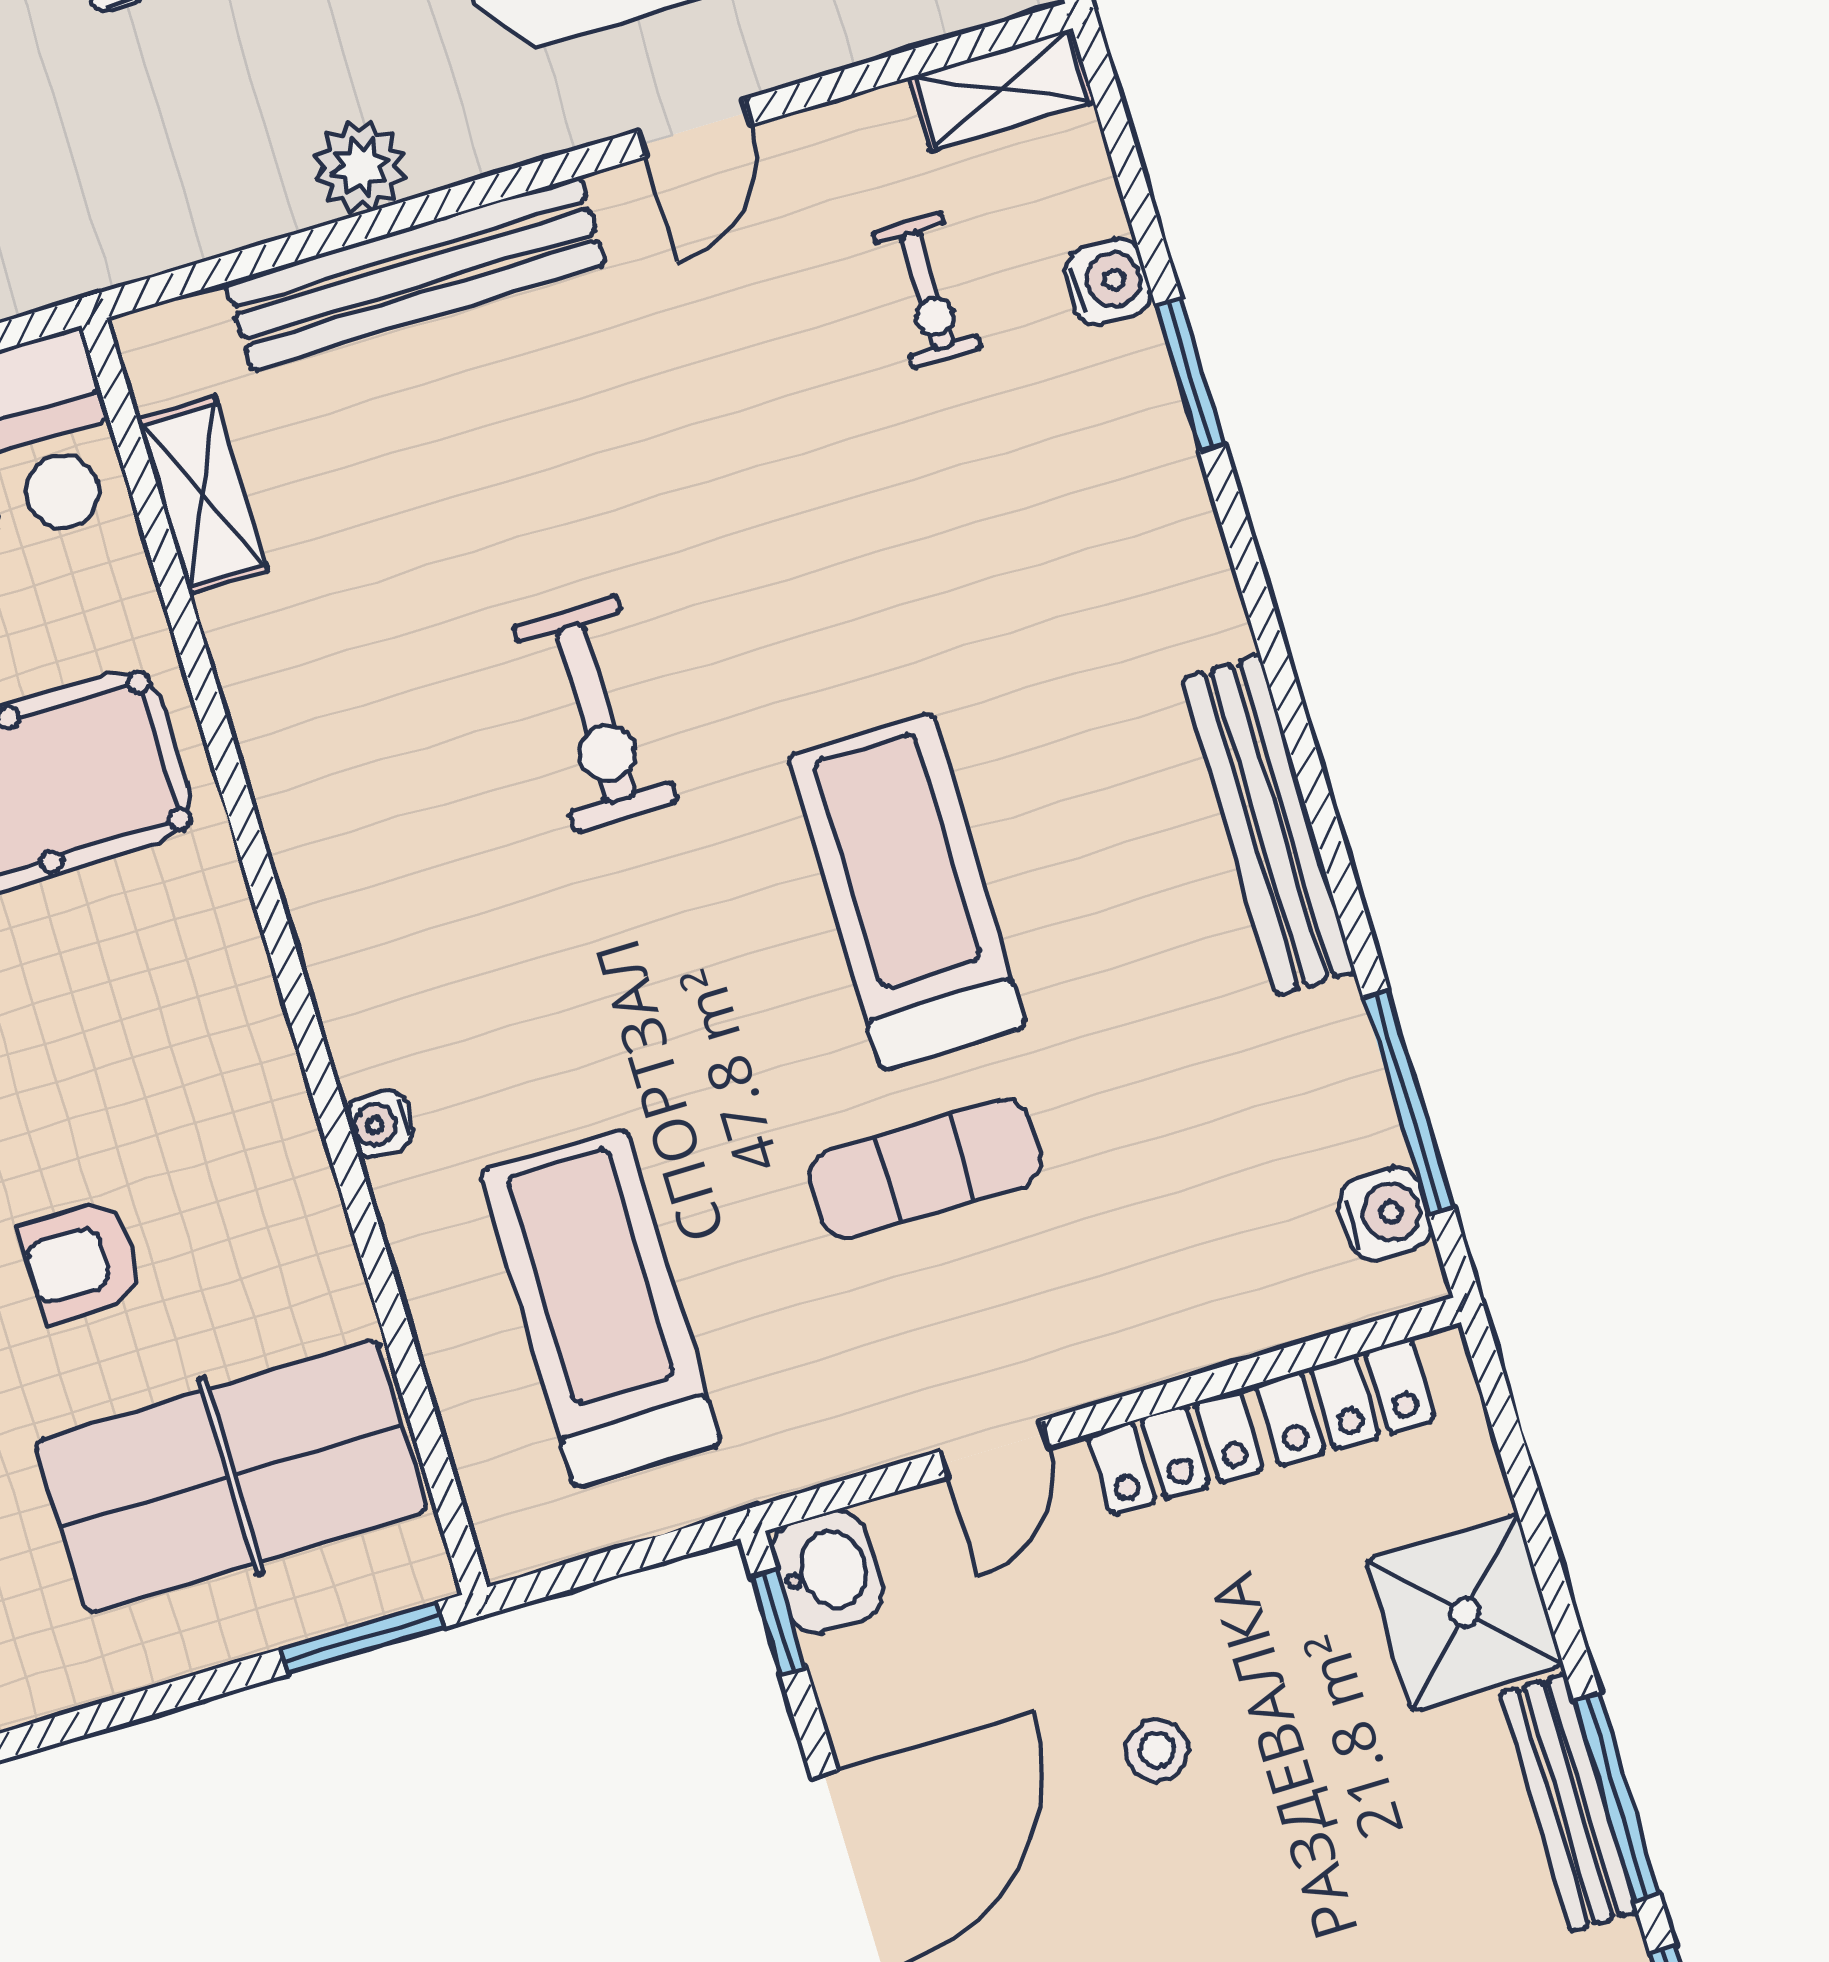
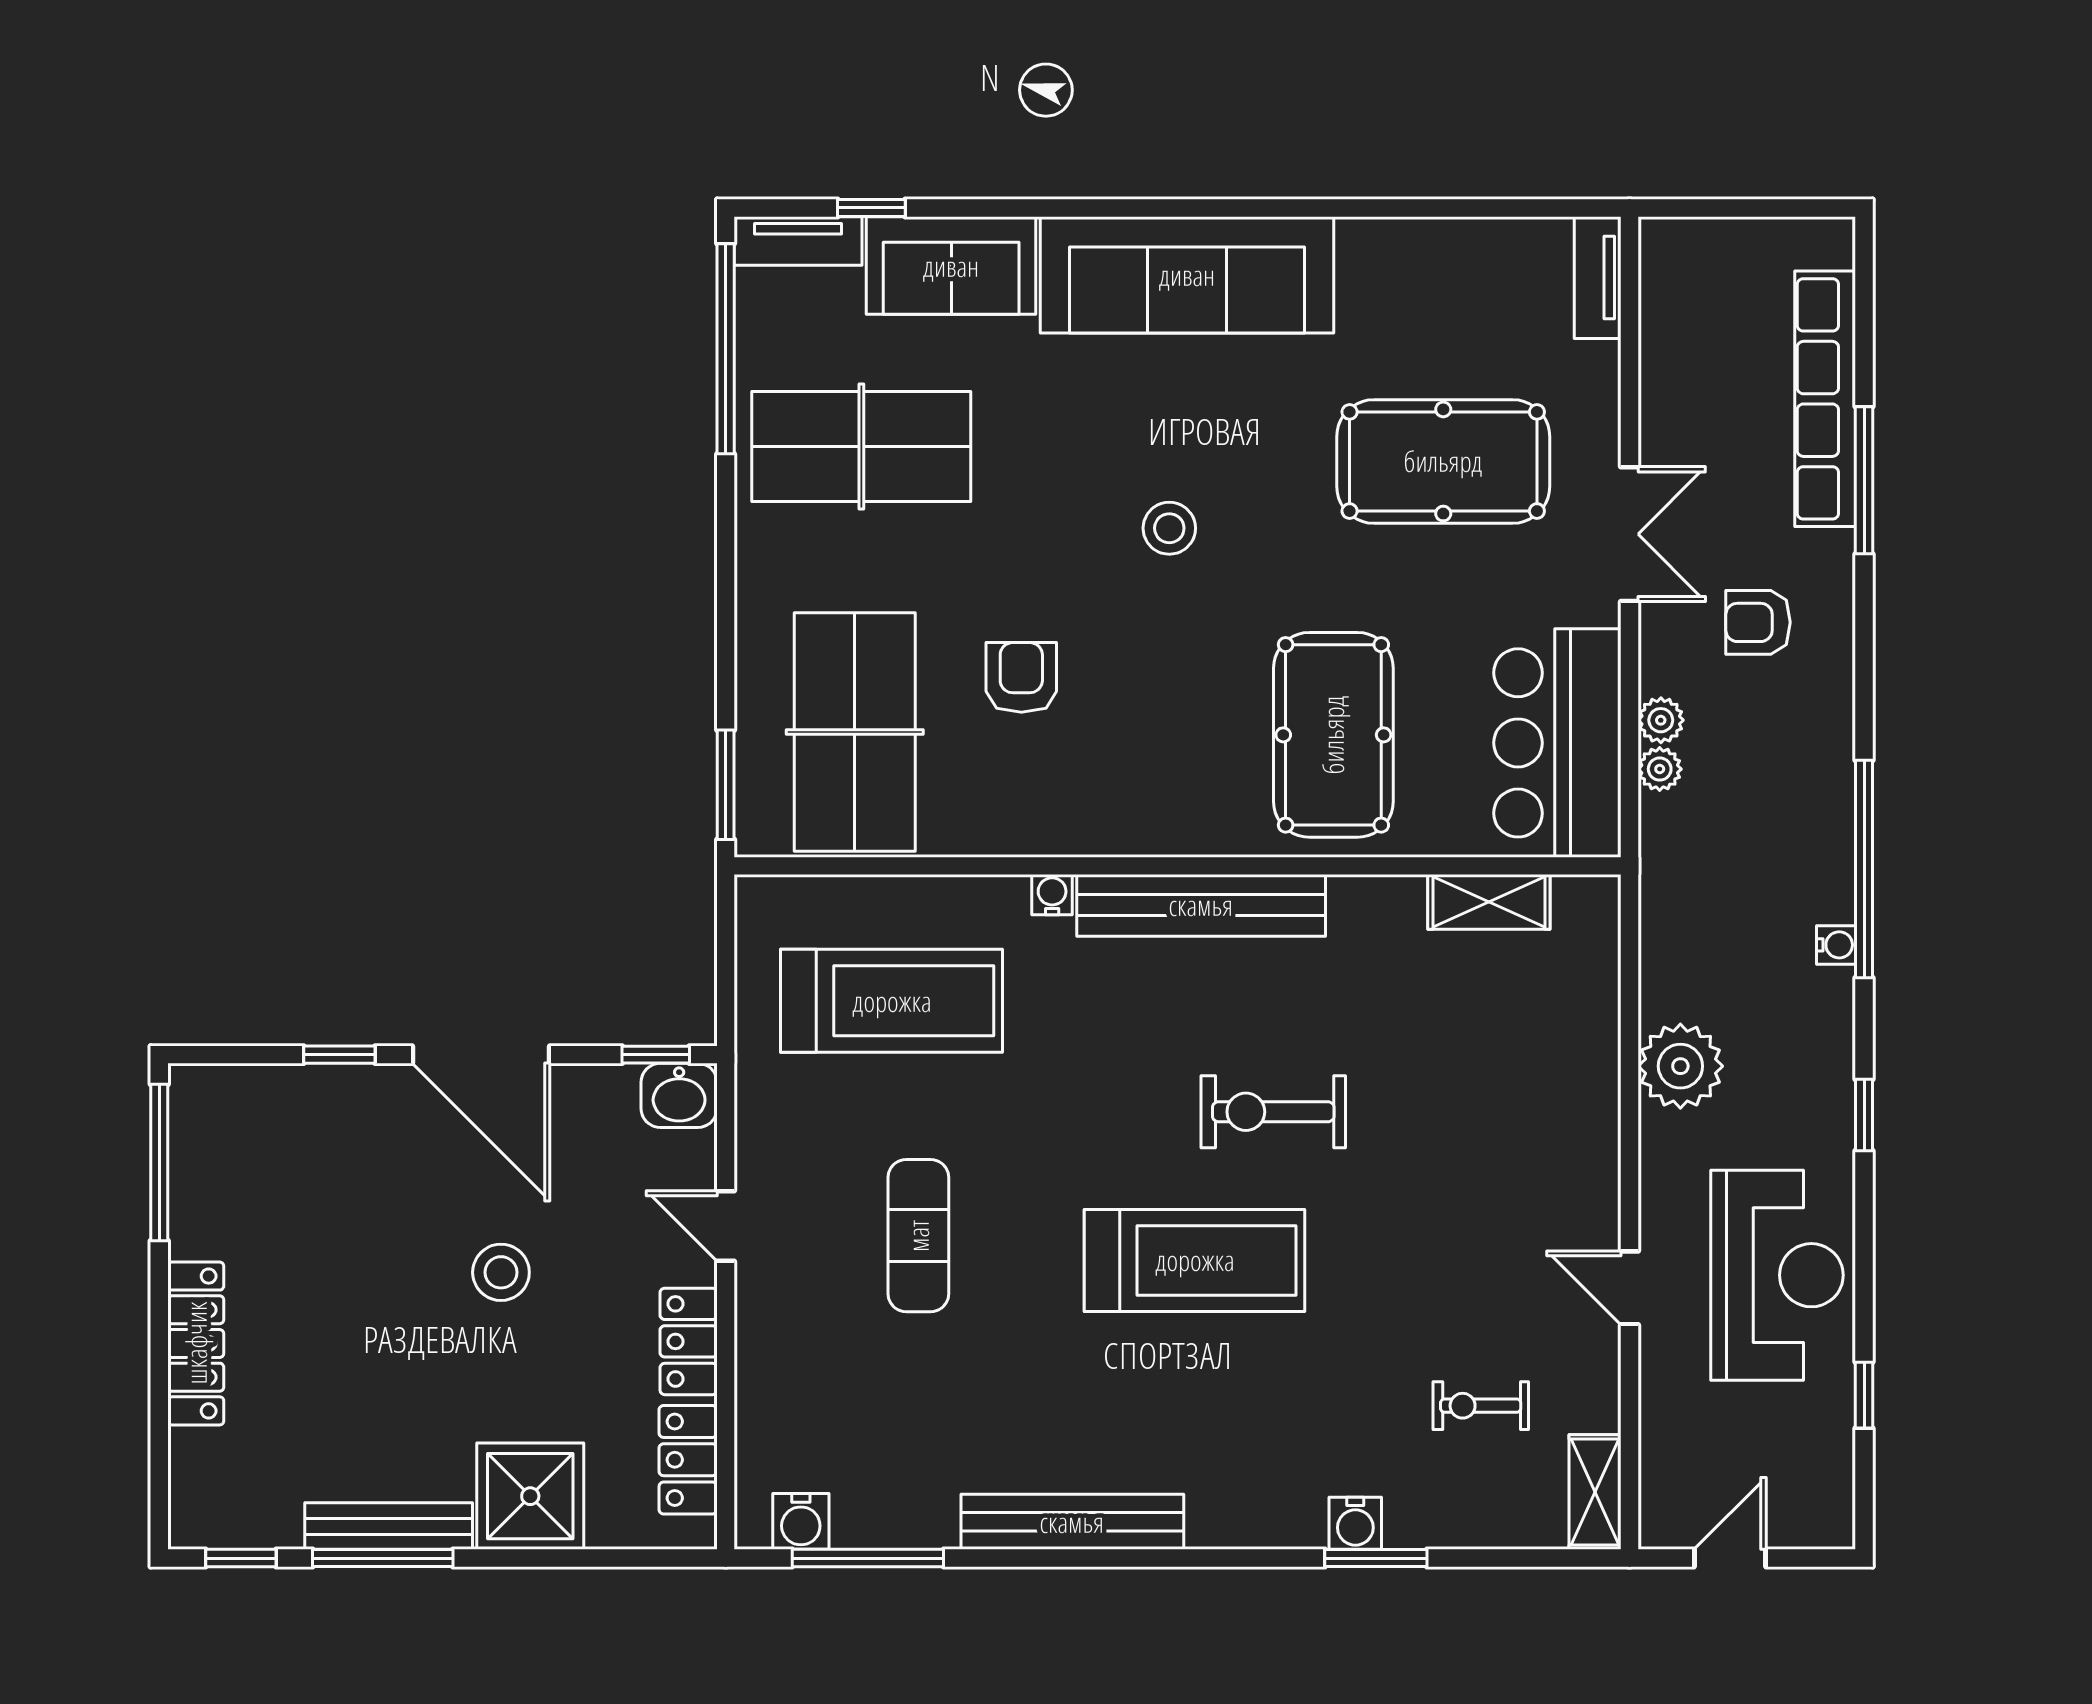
plant: (360, 167) -> (1680, 1066), width x1.36, depth x1.36
bench: (416, 273) -> (1201, 905), moved, turned 90
water cooler: (1108, 282) -> (1355, 1523), moved
treadmill: (907, 892) -> (1195, 1260), moved
stool: (1157, 1750) -> (501, 1272), width x1.37, depth x1.37

